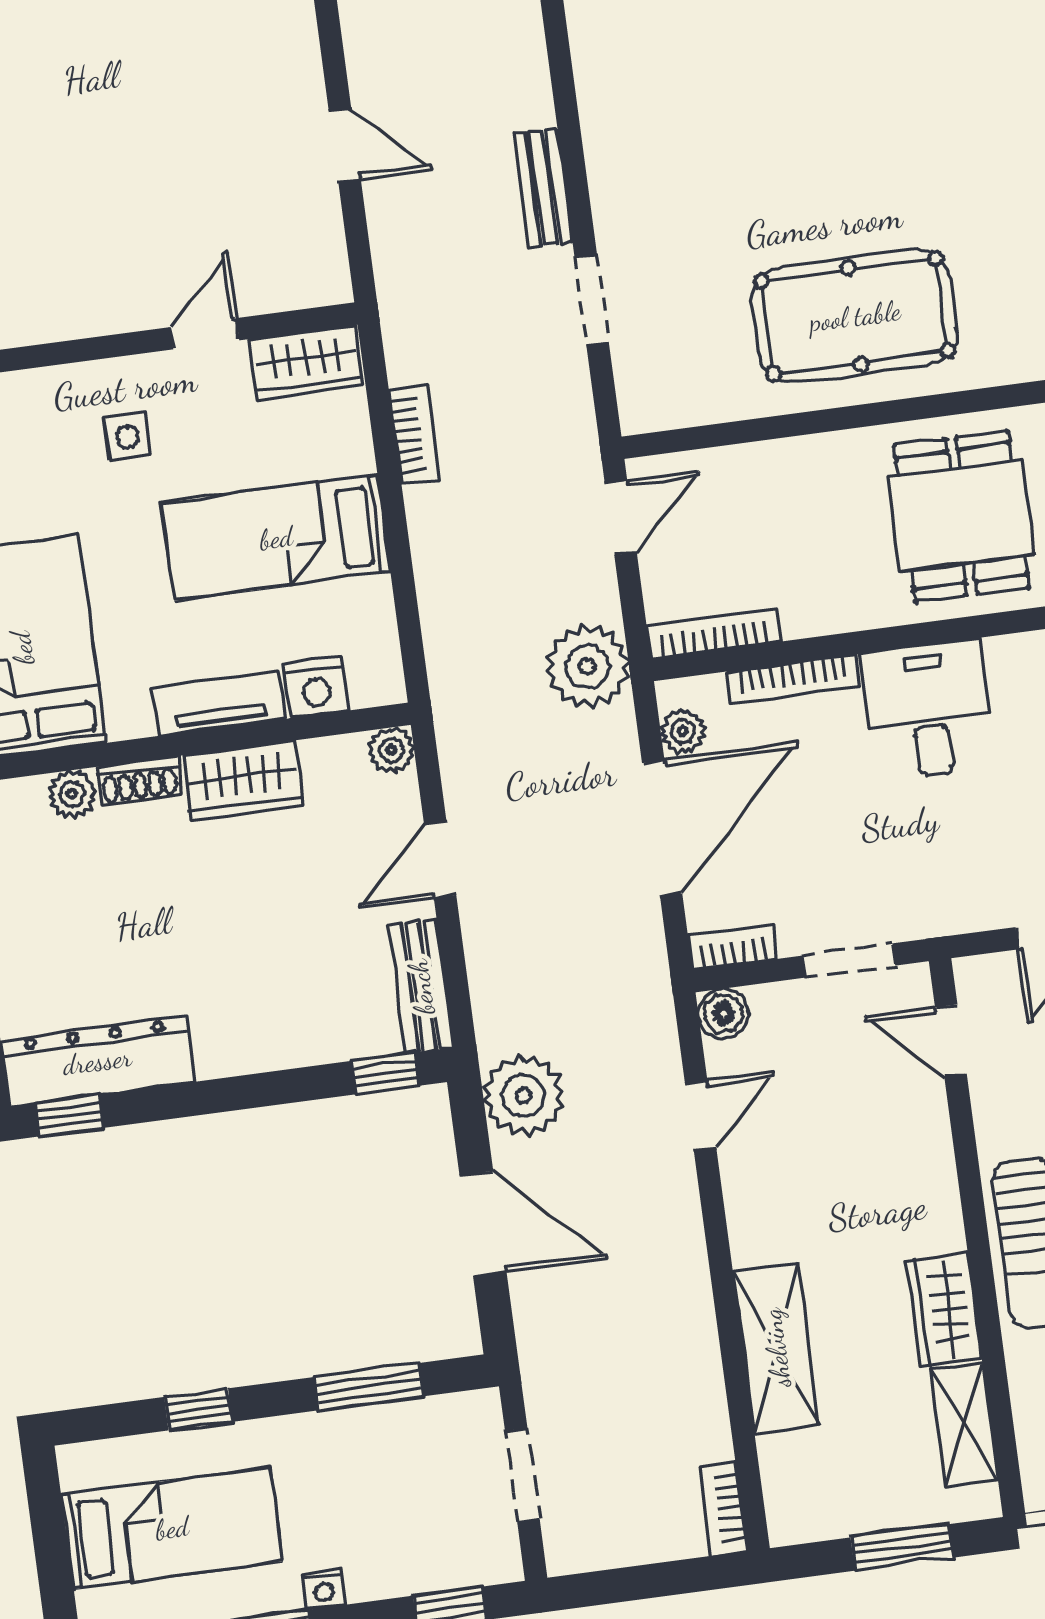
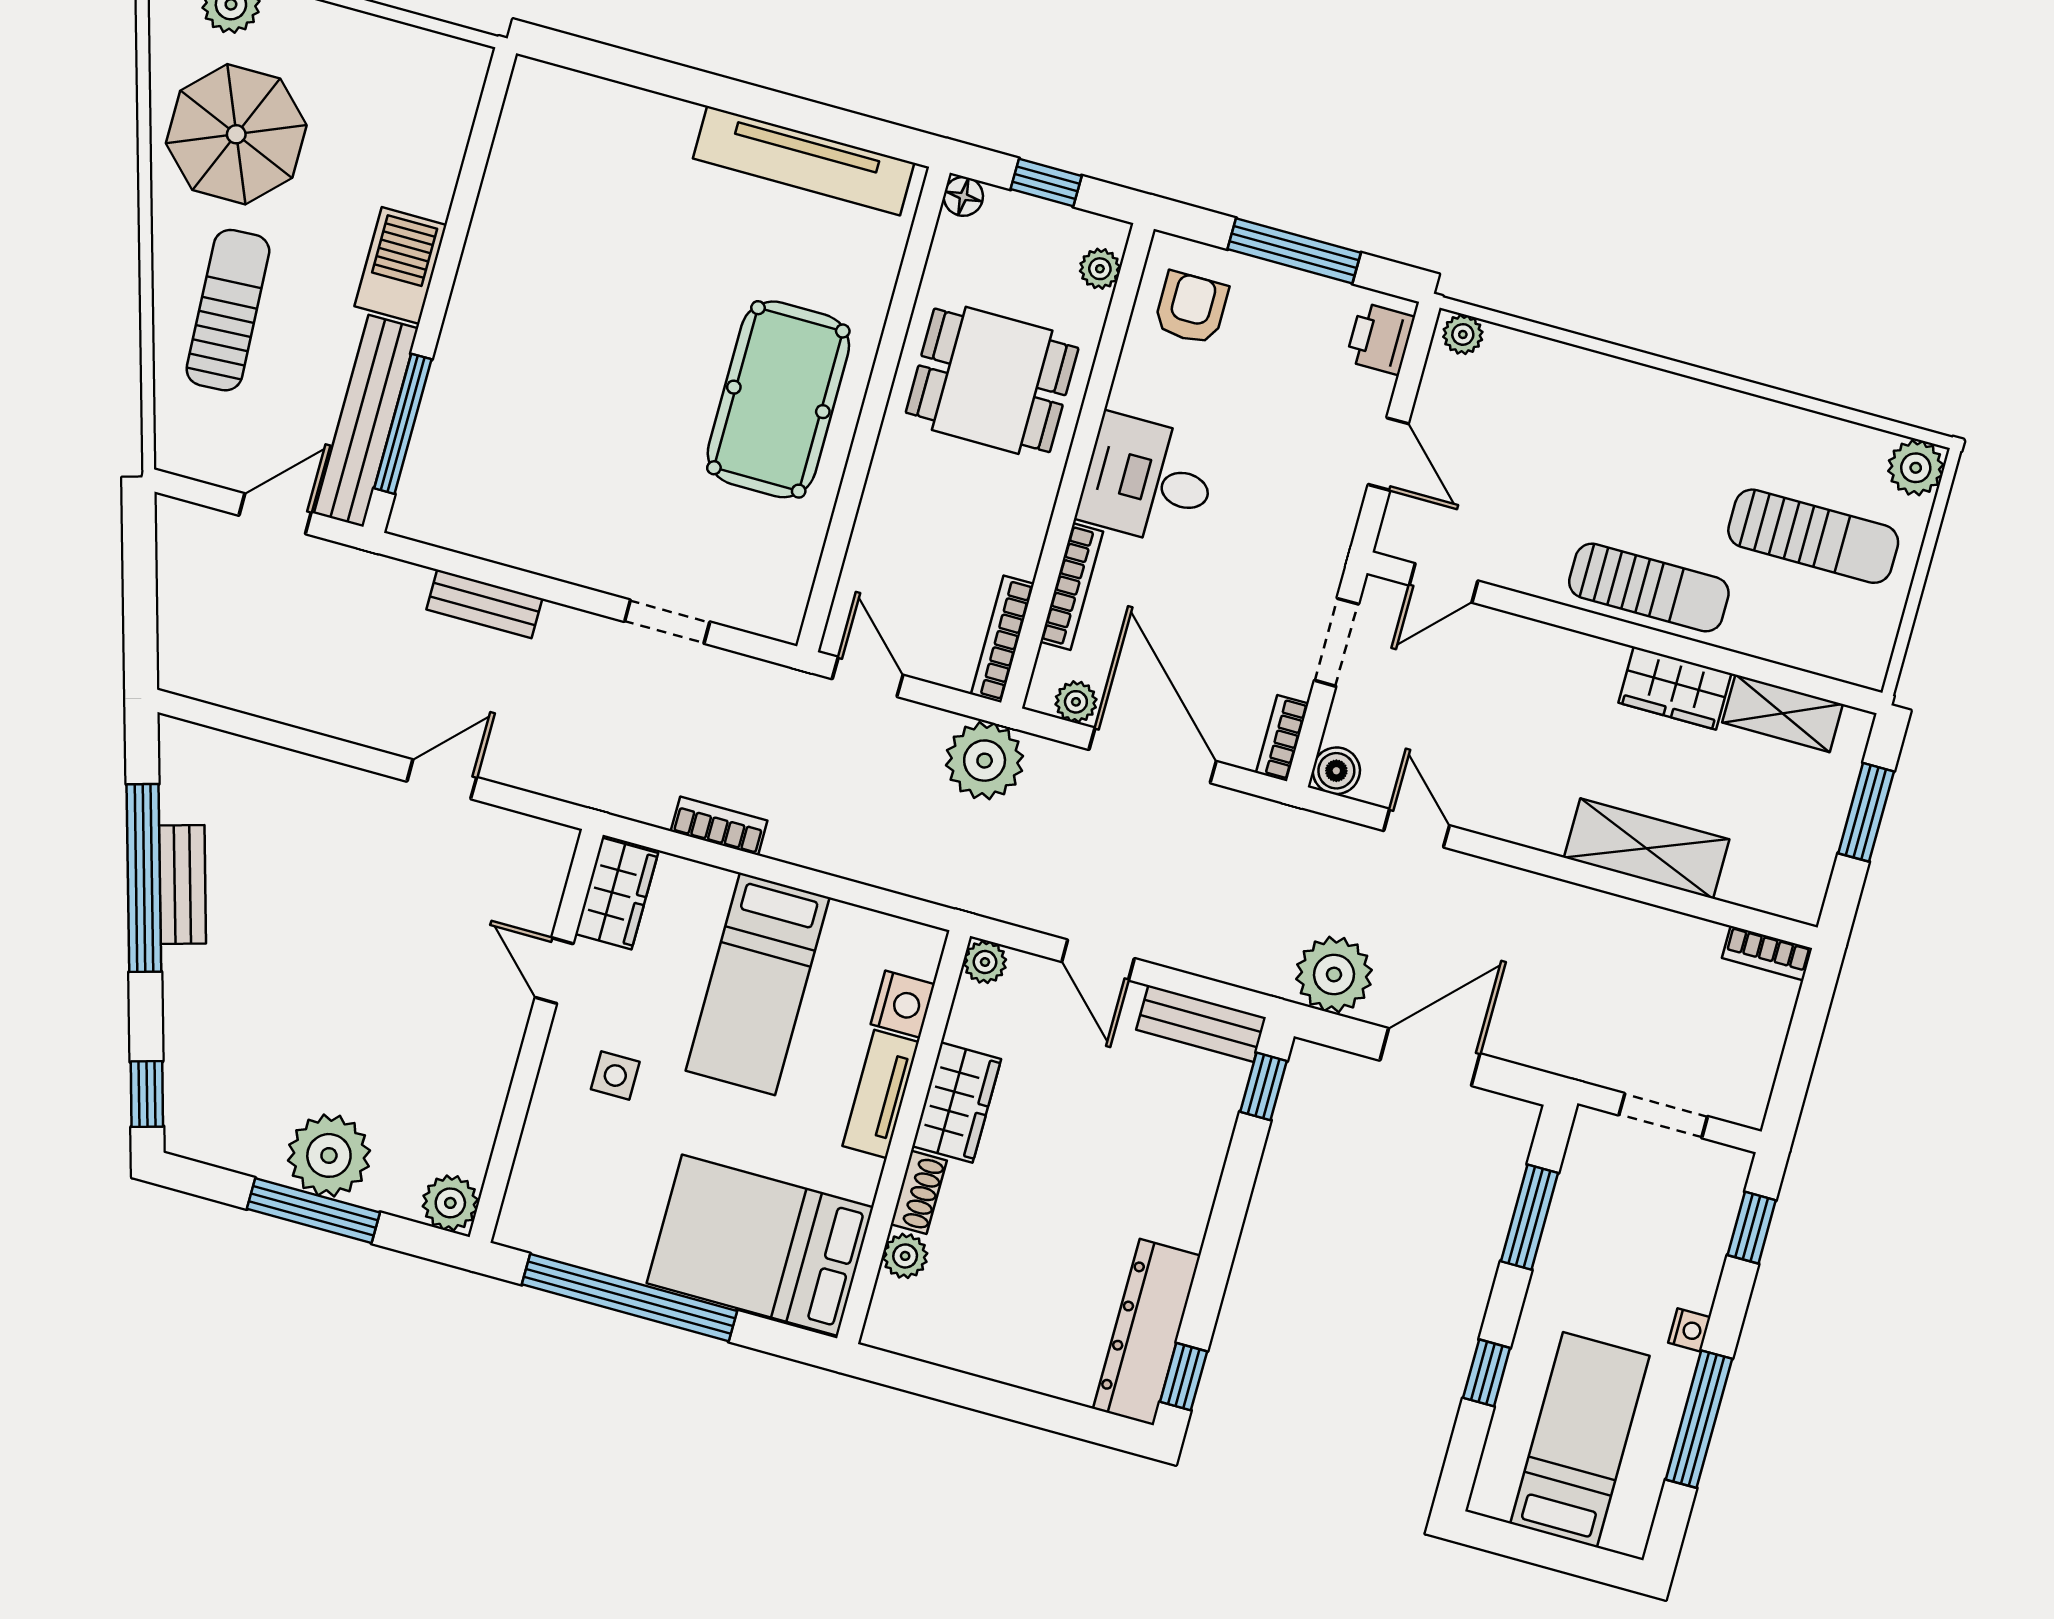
bench: (543, 188) -> (484, 604), moved

